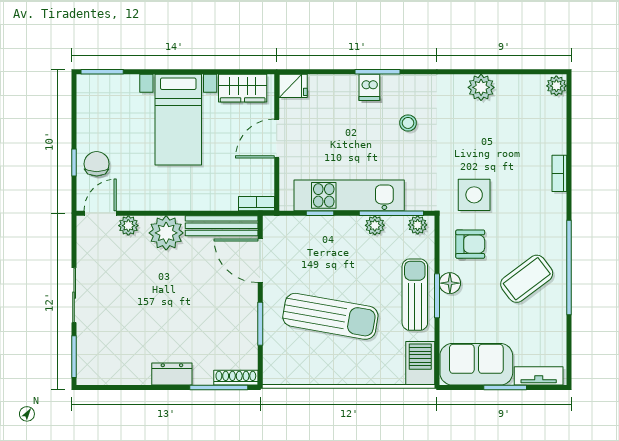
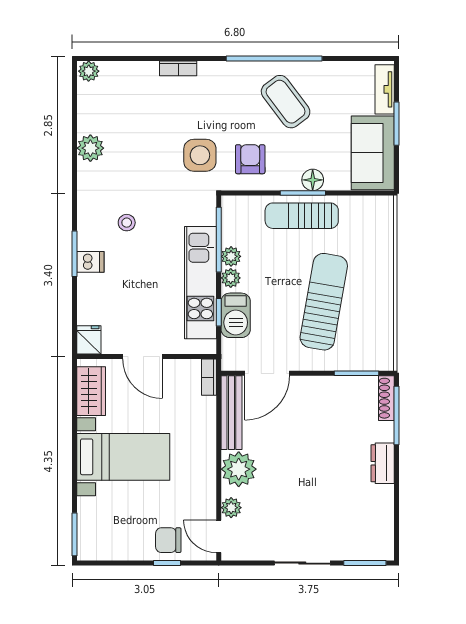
plant: (418, 225) -> (231, 278), moved
floor lamp: (450, 283) -> (313, 180), moved
window: (260, 324) -> (357, 373), moved
barbecue: (420, 363) -> (236, 315), moved, turned -90

